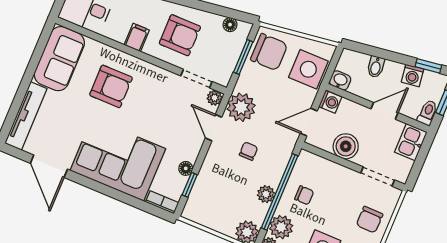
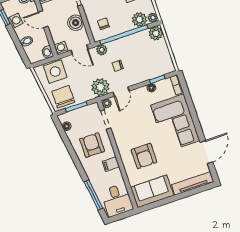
armchair: (111, 86) -> (144, 156), turned 180
plant: (266, 194) -> (102, 50), moved
chair: (304, 195) -> (103, 24), moved

